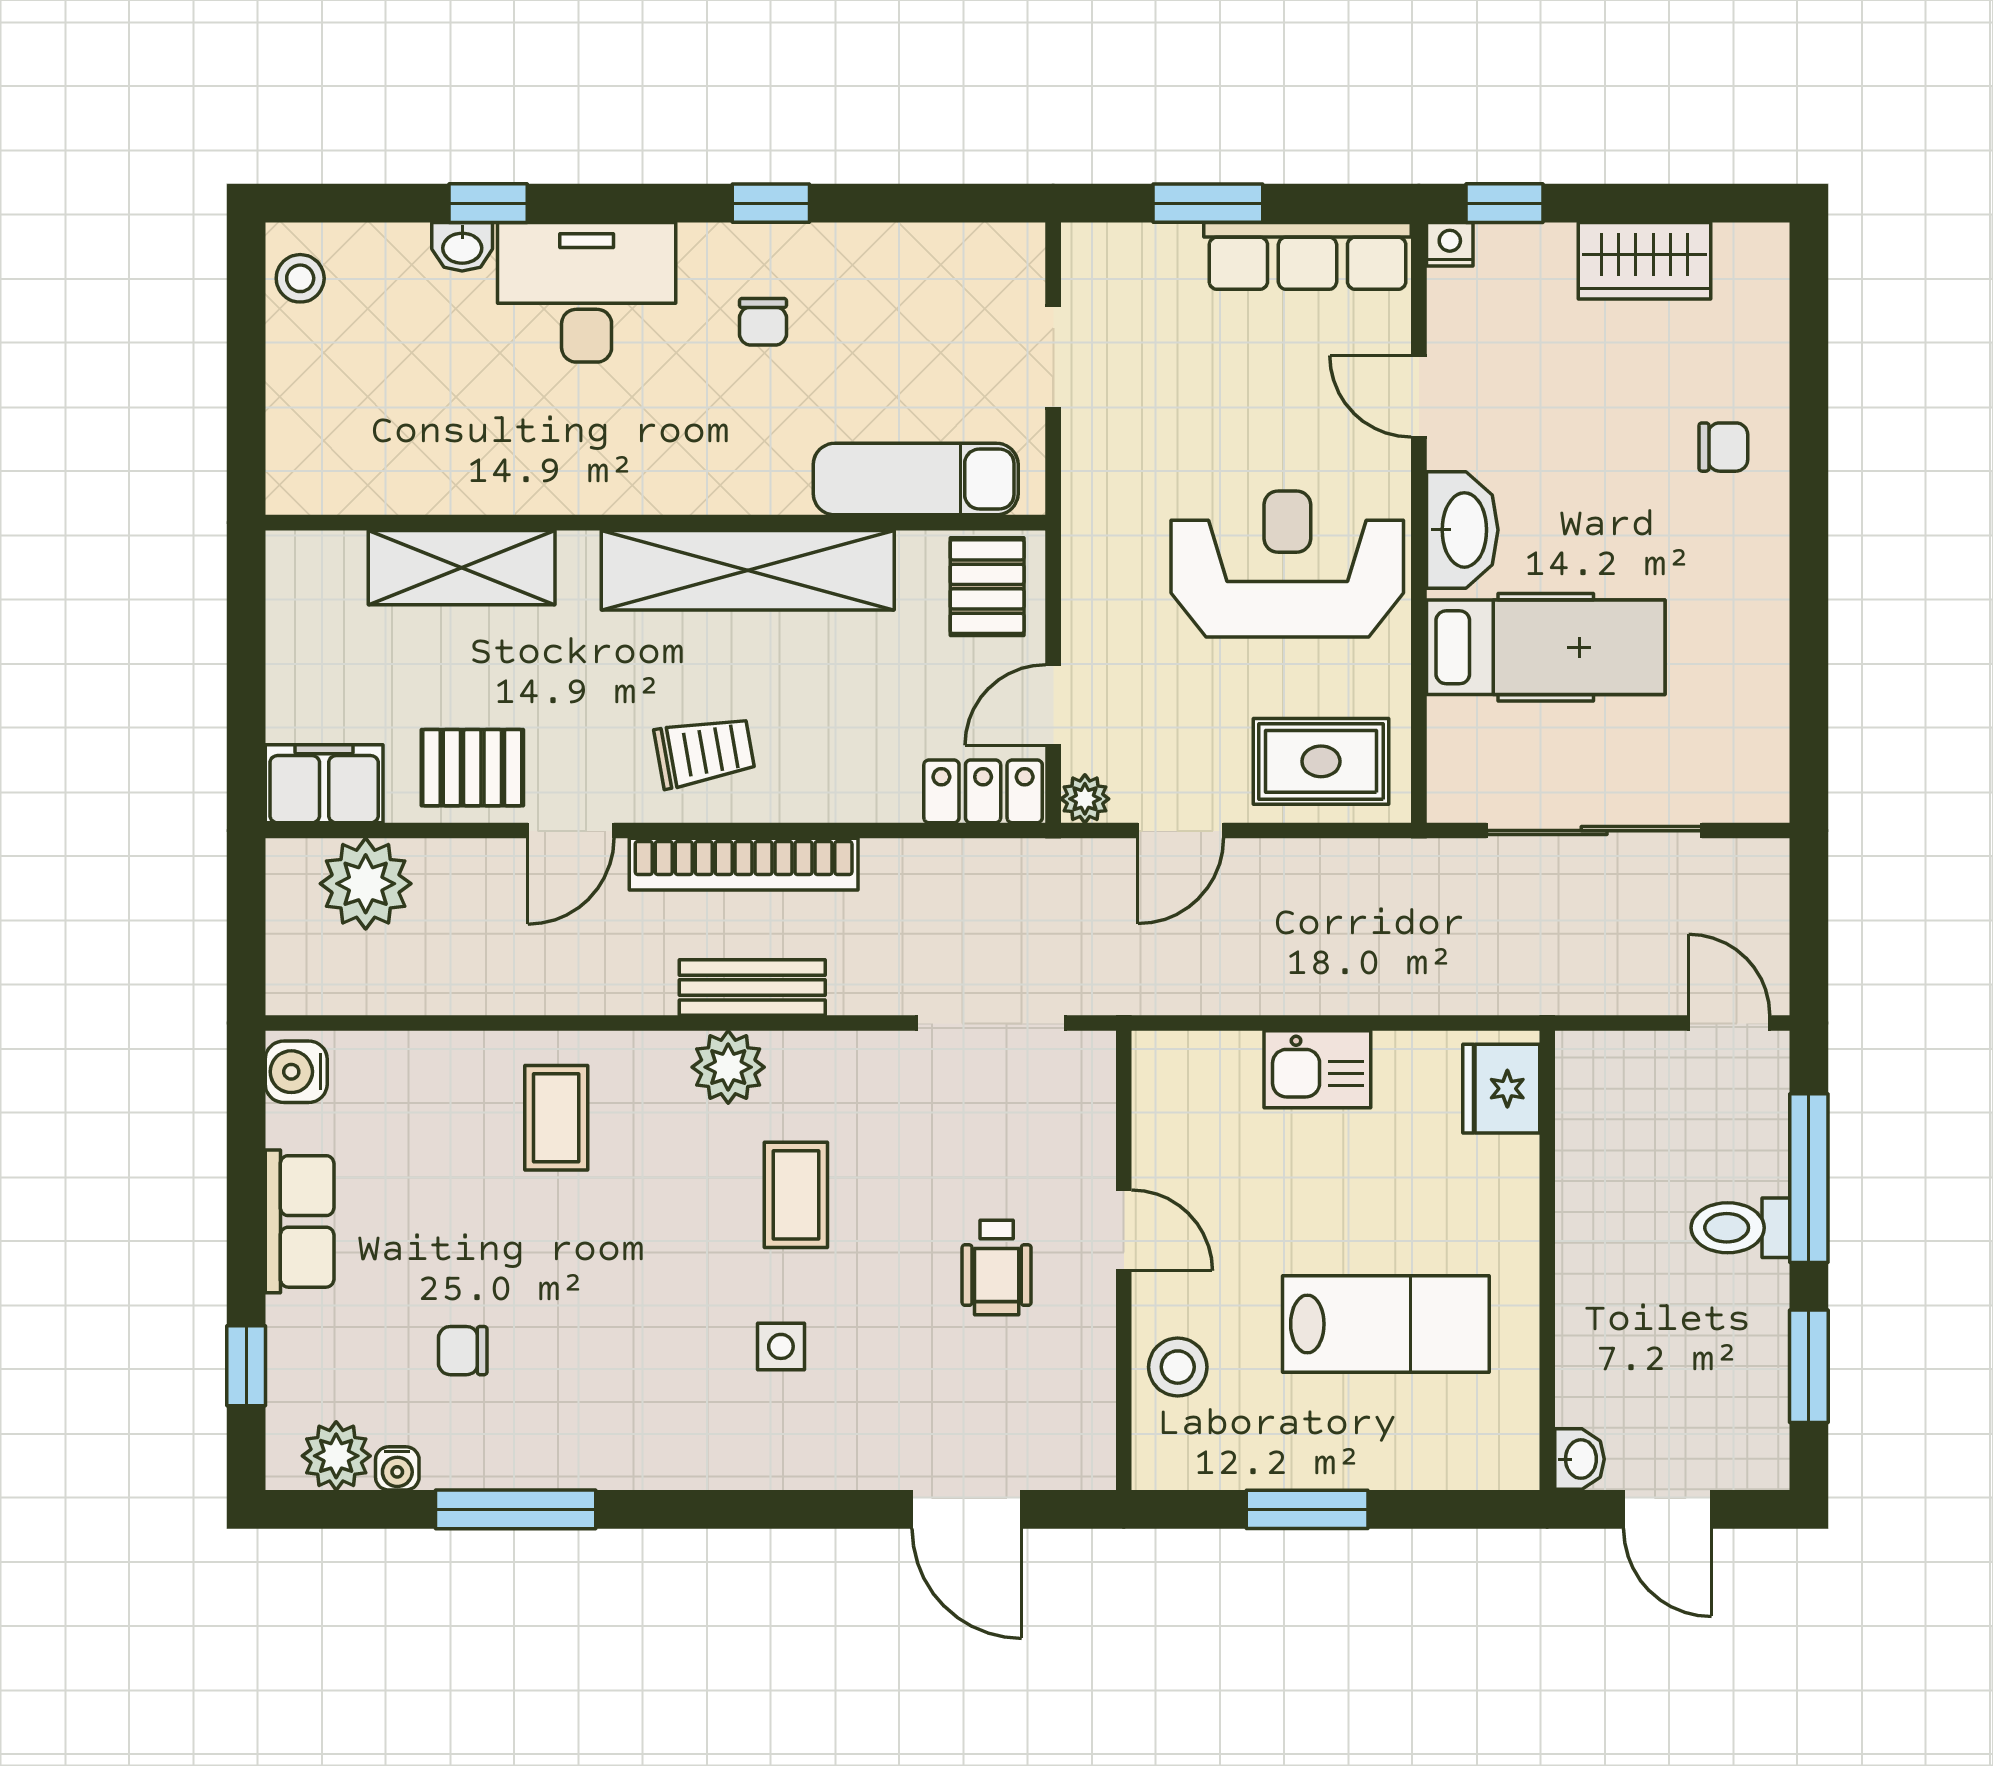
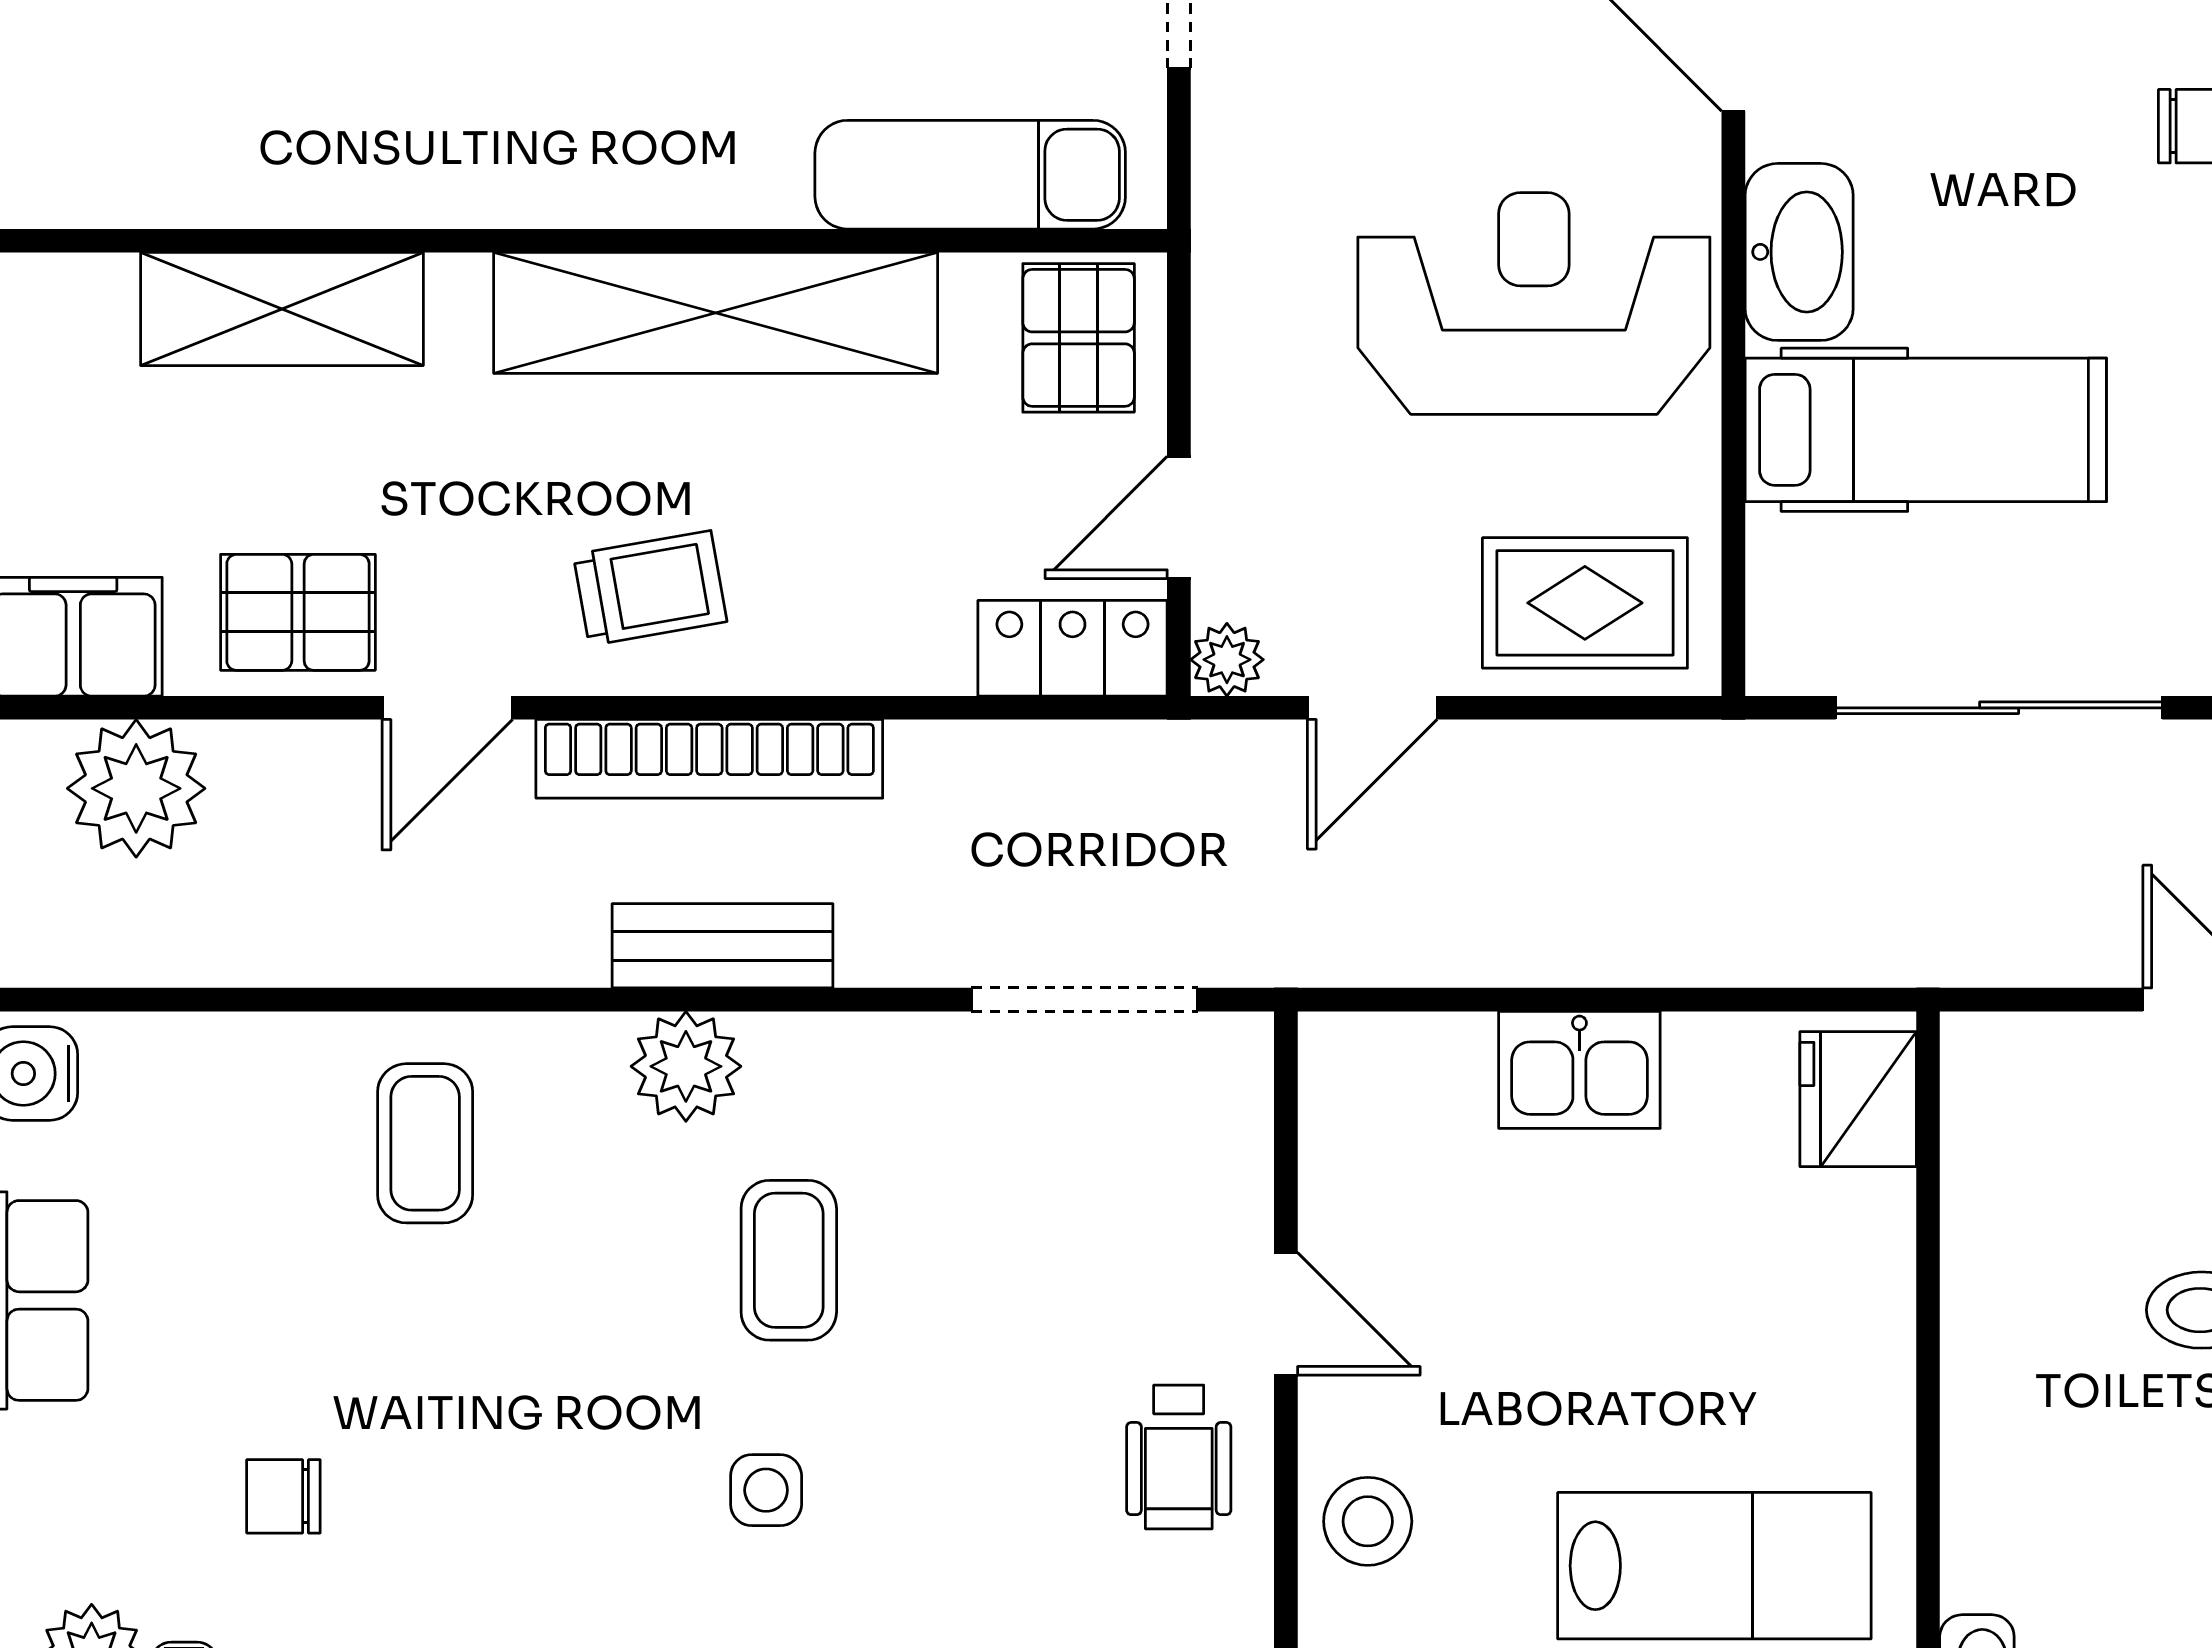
wheelchair: (997, 1267) -> (1179, 1457), moved
lab bench: (1386, 1324) -> (1714, 1566), moved

